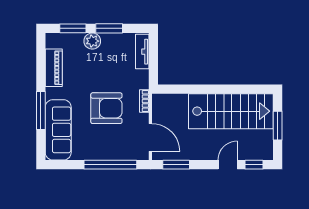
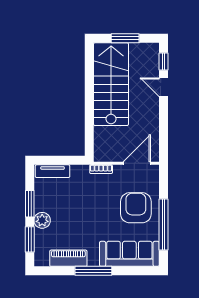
armchair: (106, 108) -> (136, 208), moved
window: (41, 110) -> (93, 271), moved
window: (110, 165) -> (163, 224), moved
window: (176, 165) -> (163, 138), removed

